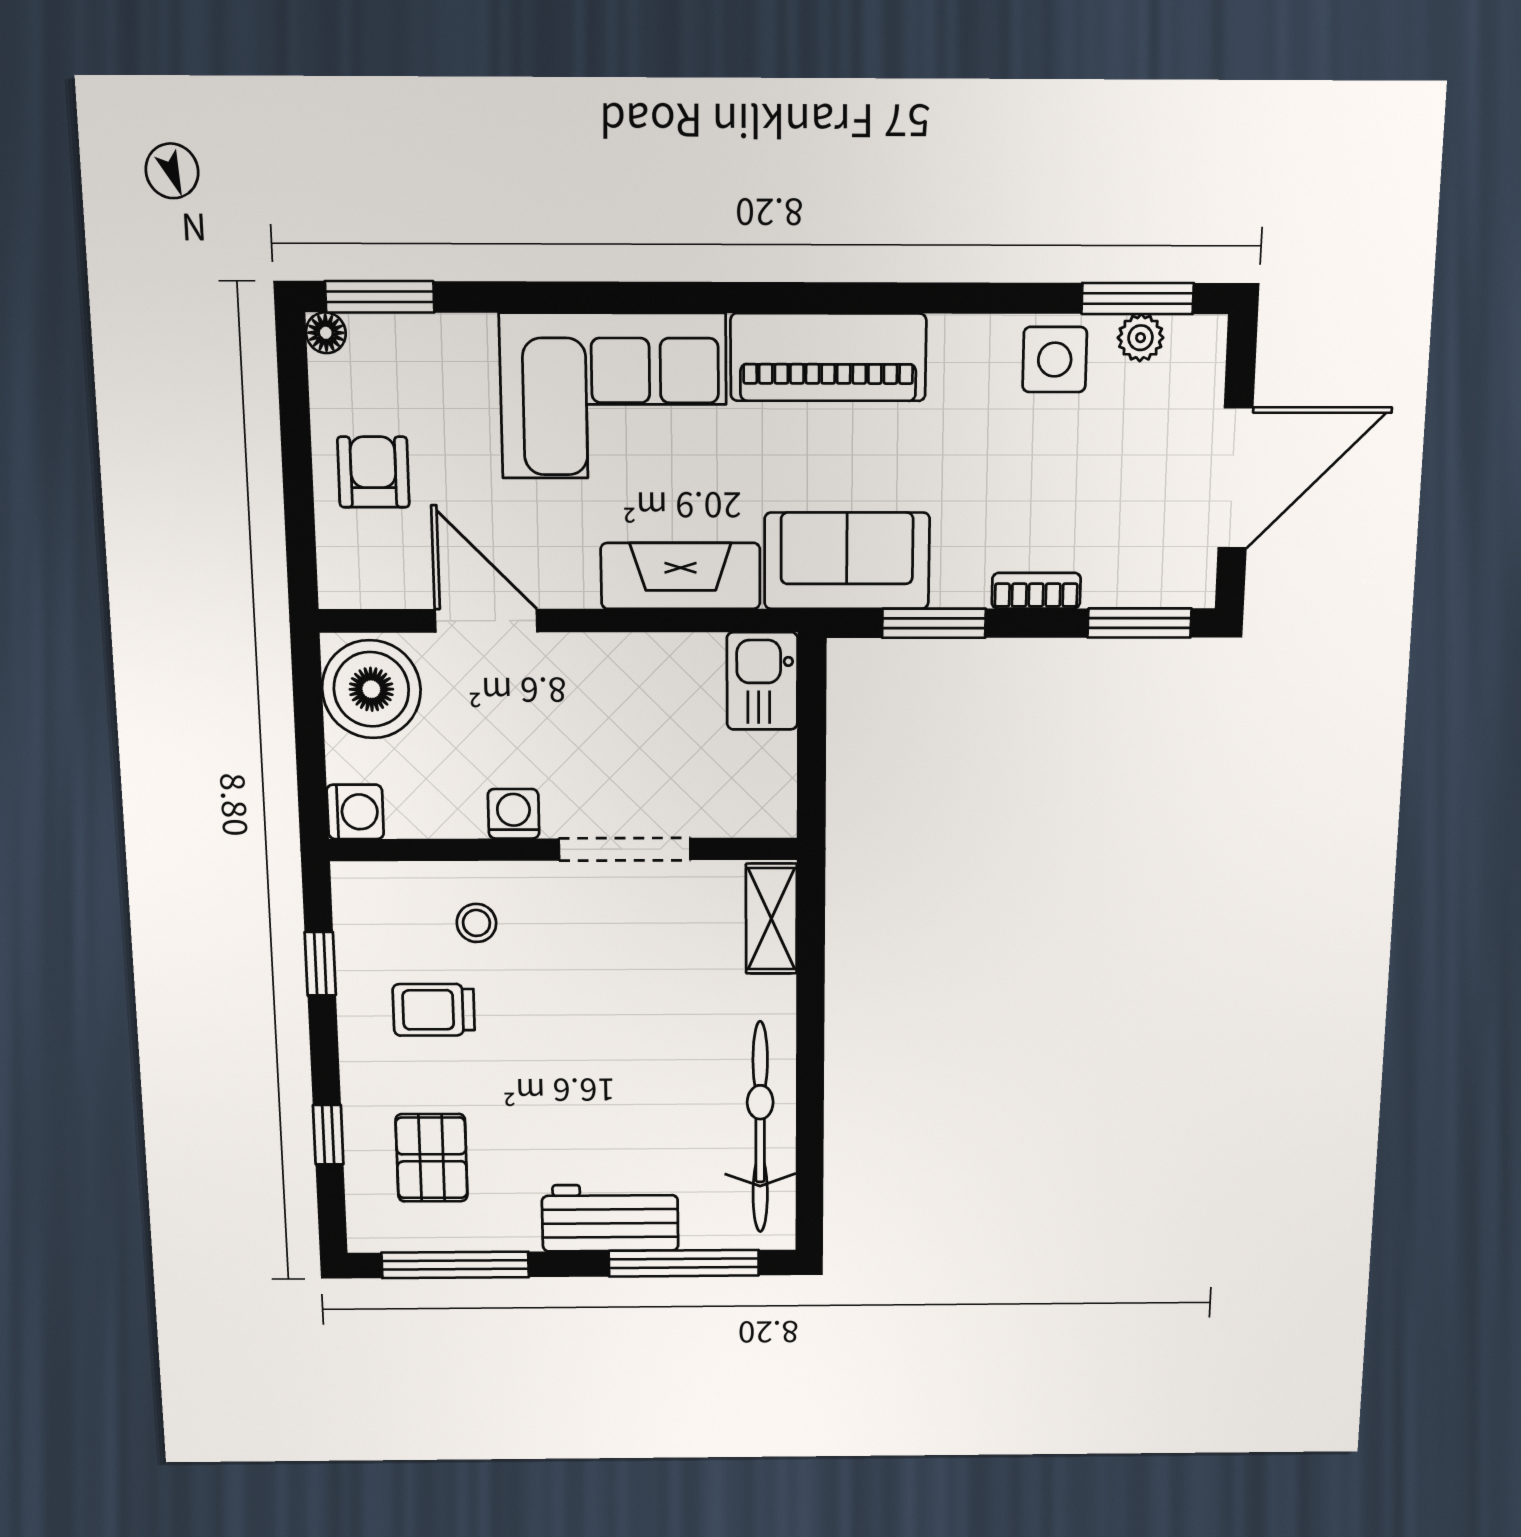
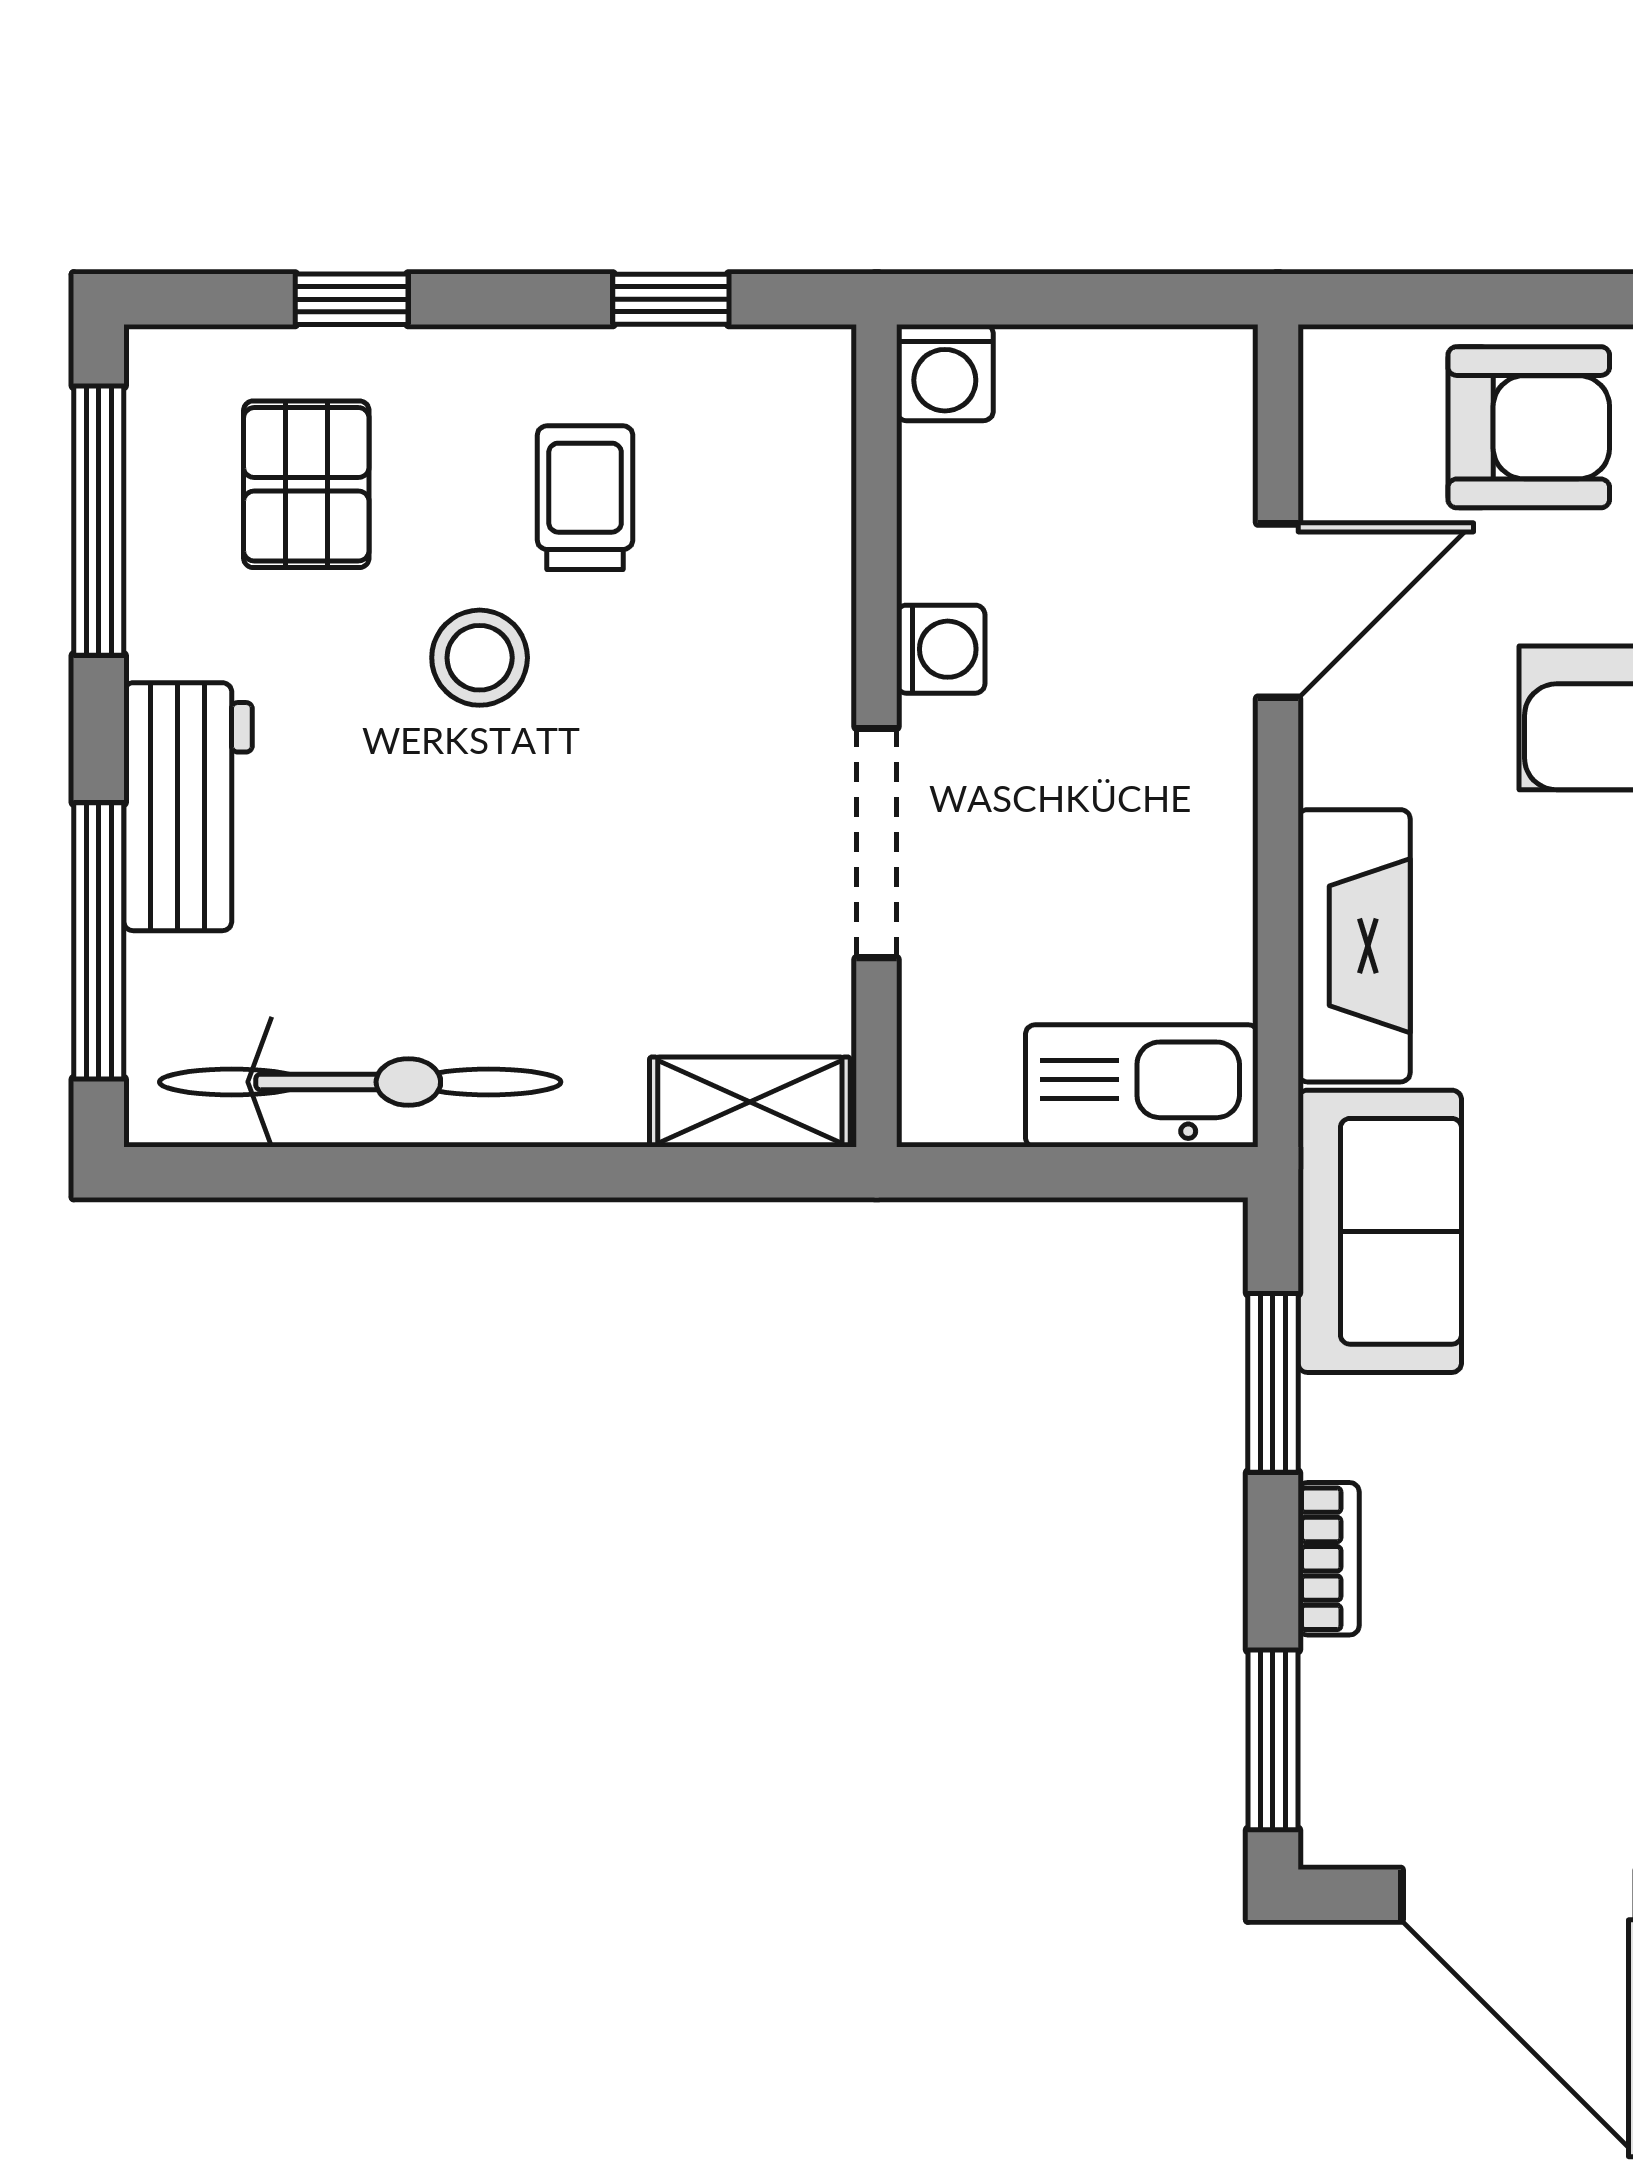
armchair: (373, 472) -> (1529, 427), width x1.38, depth x1.38
kitchen sink: (762, 681) -> (1142, 1086), width x1.38
boiler: (371, 689) -> (1160, 409), removed
stool: (476, 923) -> (480, 658), moved, width x1.37, depth x1.37
pallet: (432, 1158) -> (306, 484), turned 90

